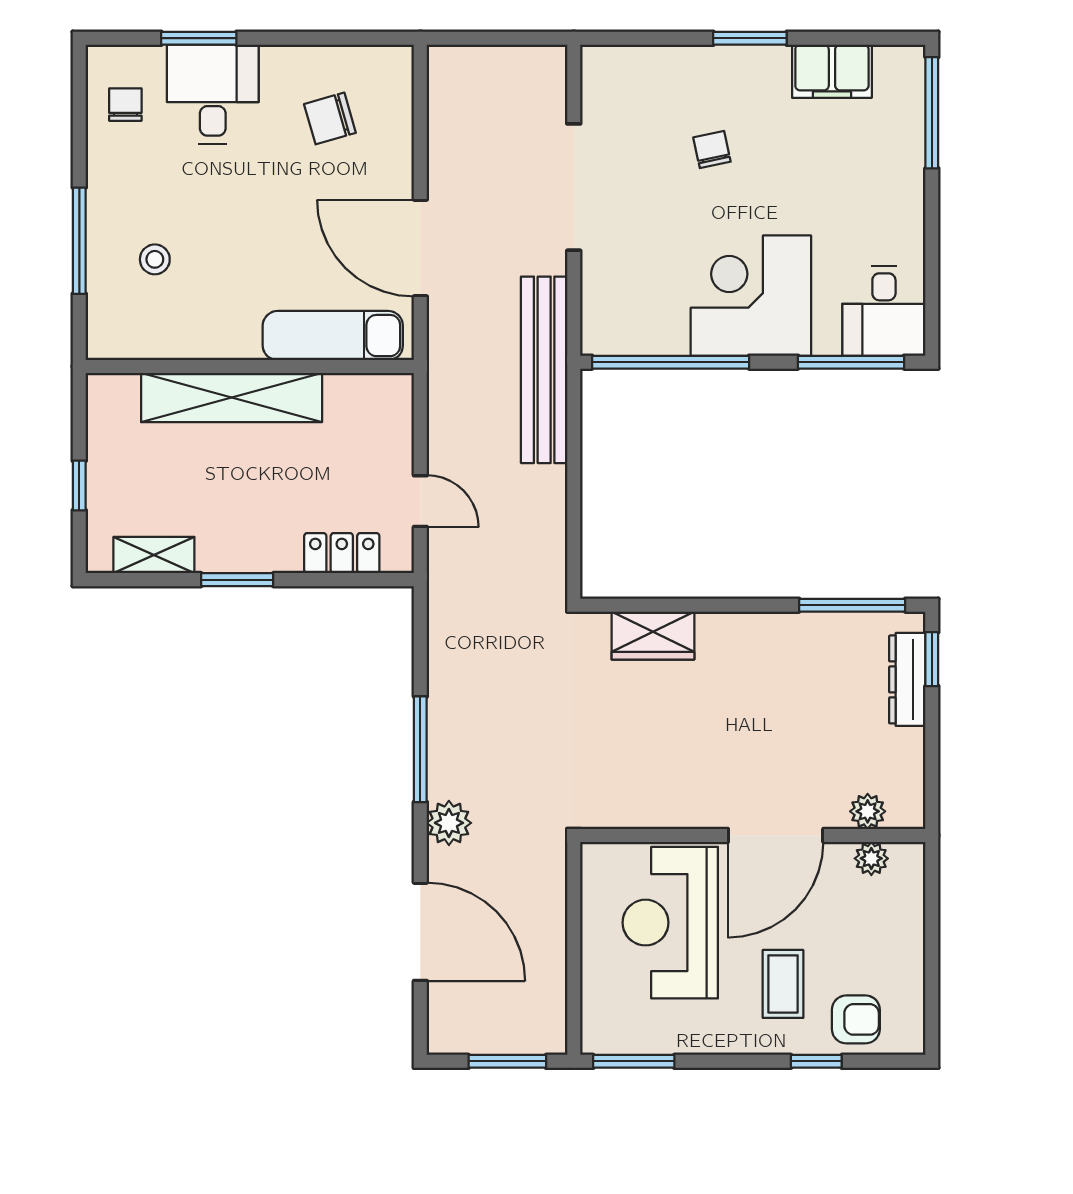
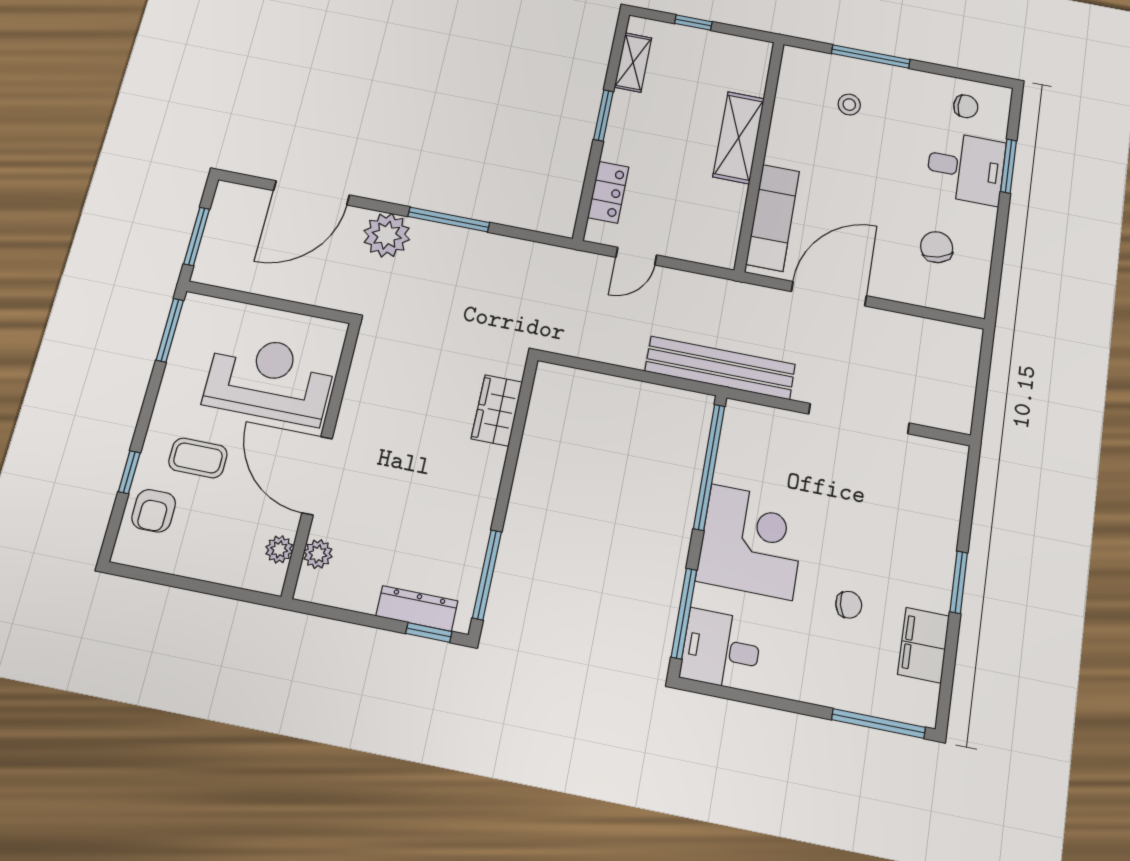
chair: (712, 150) -> (849, 605), moved
shelving: (232, 398) -> (739, 137), width x0.68
plant: (449, 823) -> (387, 235), width x1.36, depth x1.36

